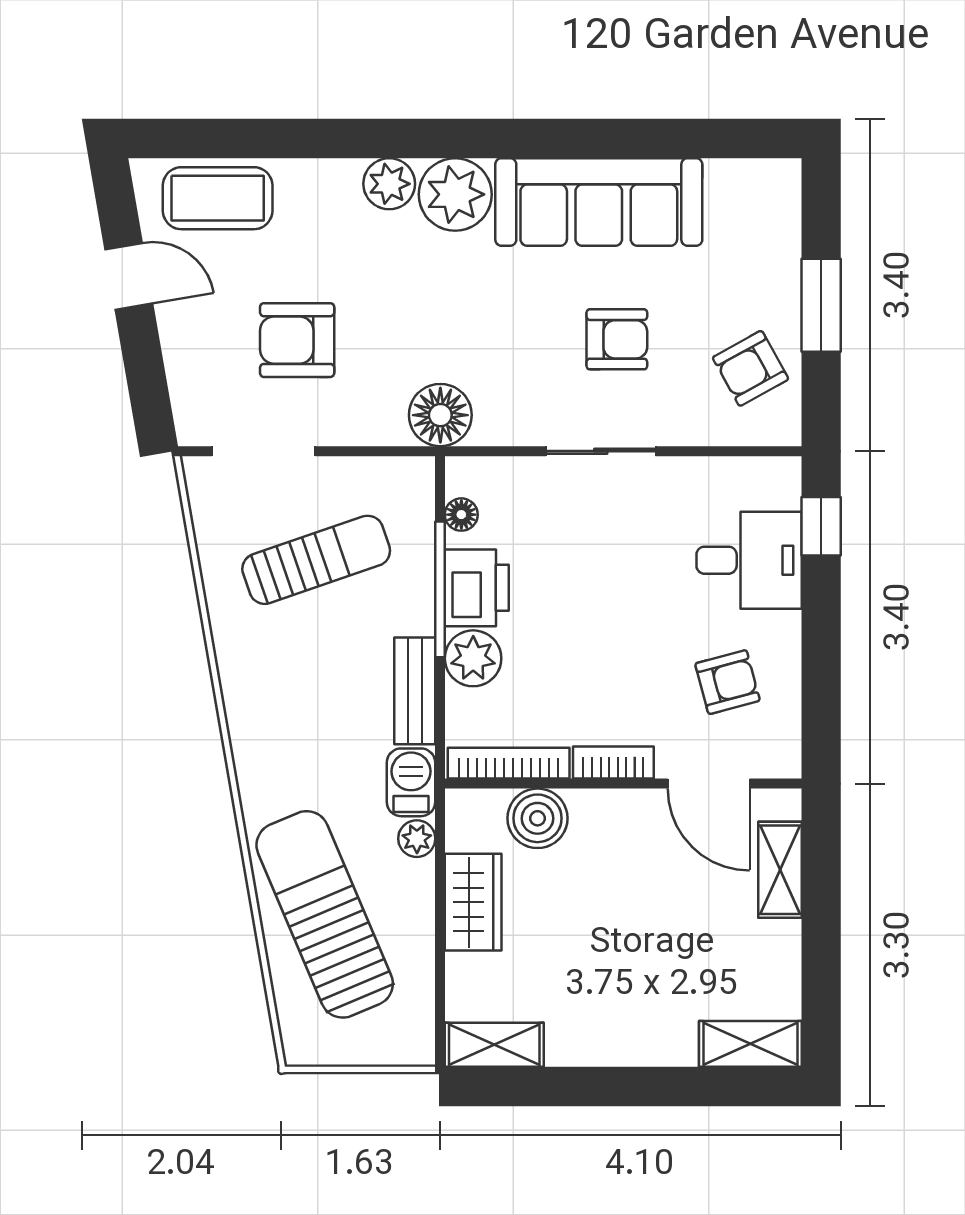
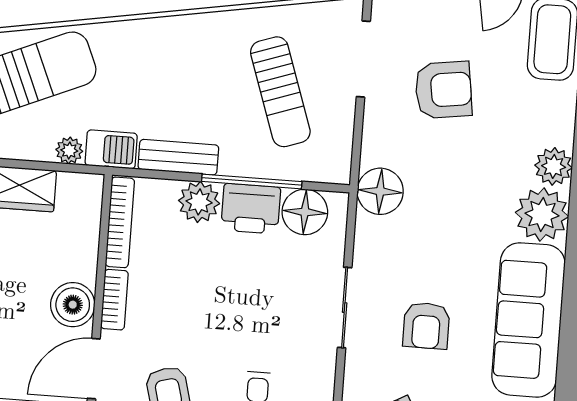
armchair: (297, 340) -> (443, 90), turned 82
floor lamp: (461, 515) -> (305, 212), width x1.89, depth x1.89
boiler: (537, 818) -> (73, 305), moved

